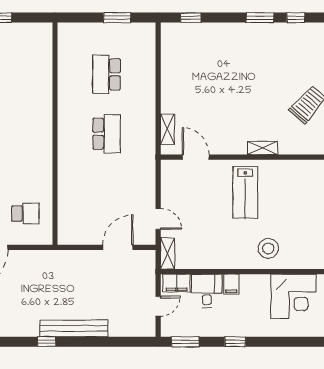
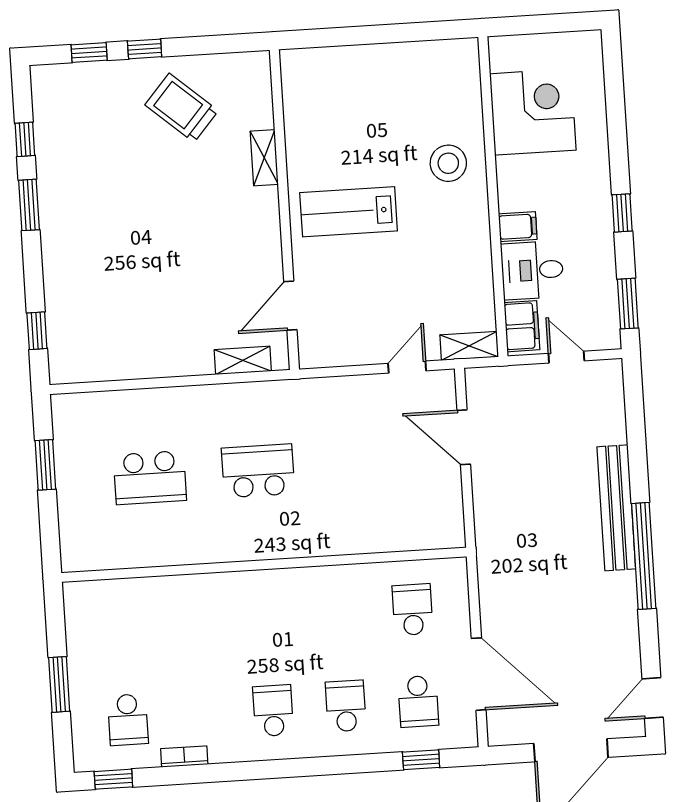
shelving: (262, 148) -> (264, 158), moved
lab bench: (245, 192) -> (349, 212), turned 180
window: (47, 342) -> (644, 556), width x3.17

